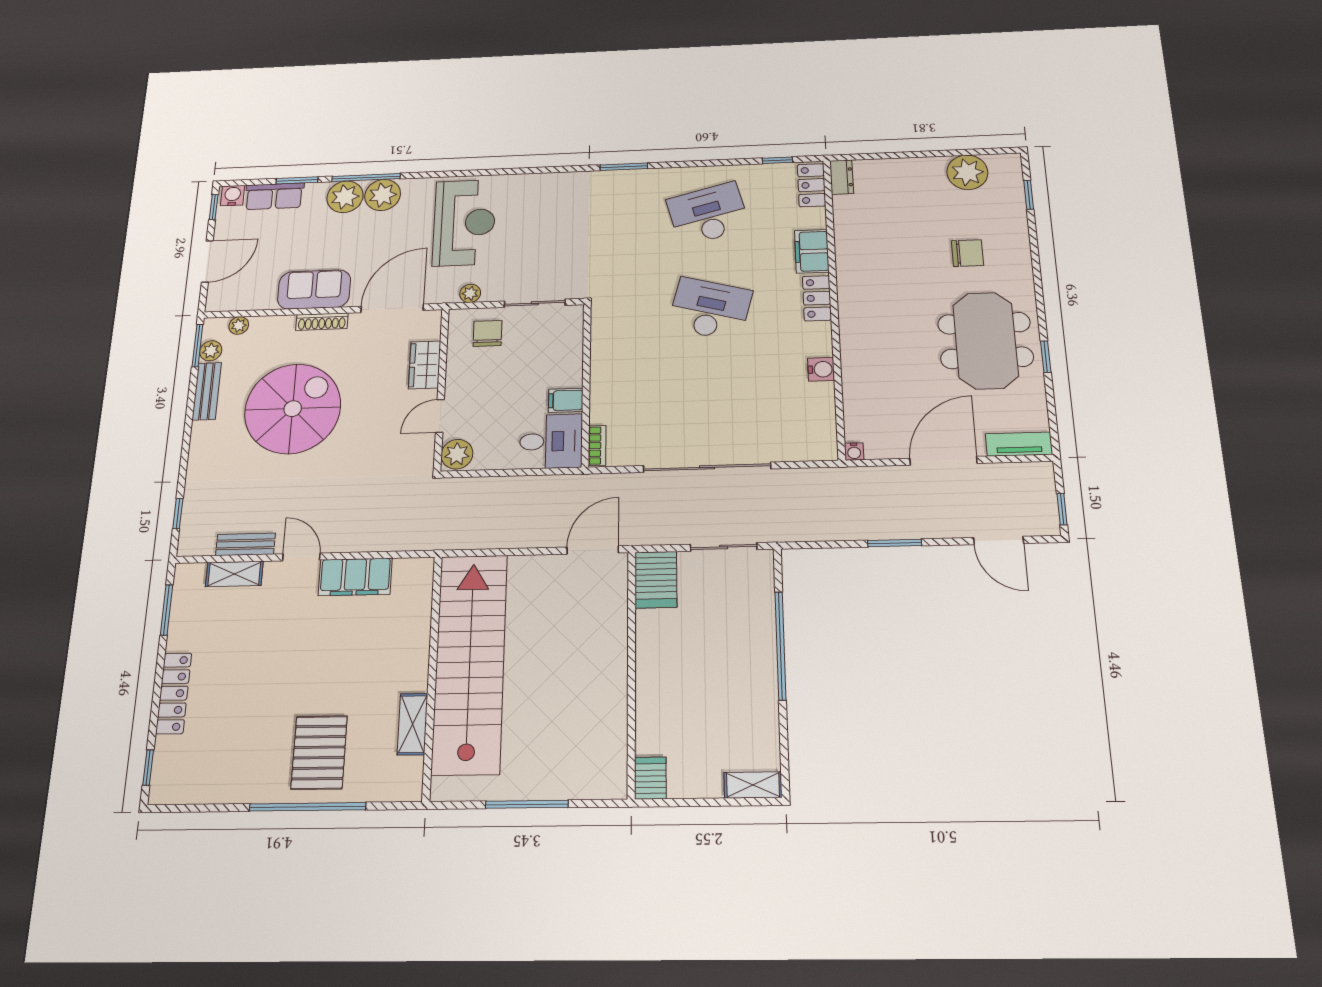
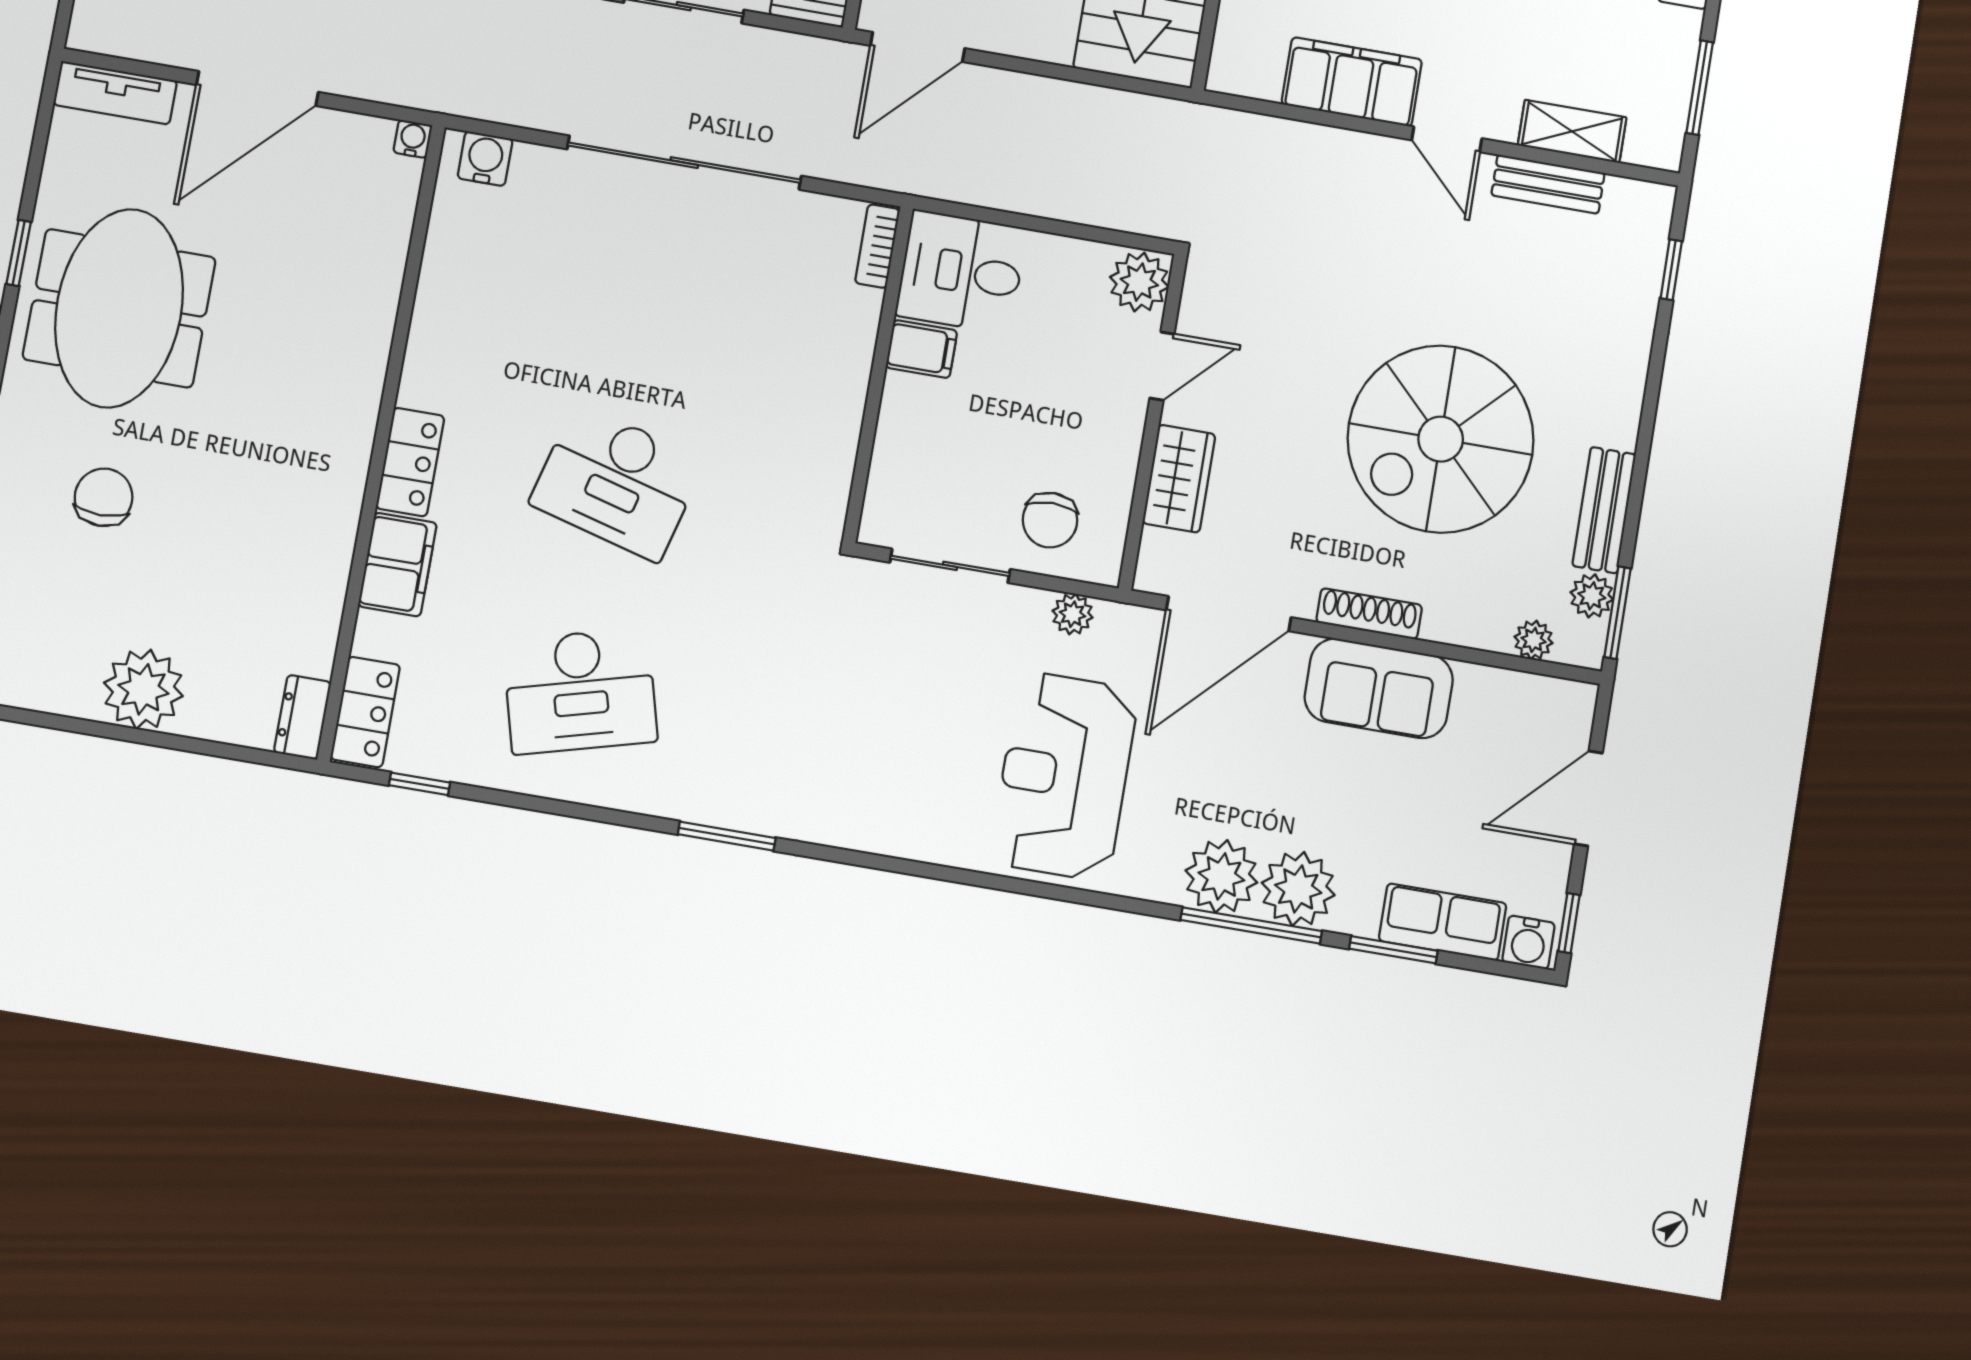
plant: (967, 172) -> (143, 689), moved
chair: (967, 253) -> (104, 497), turned 90
water cooler: (821, 369) -> (485, 159), moved, turned 90

